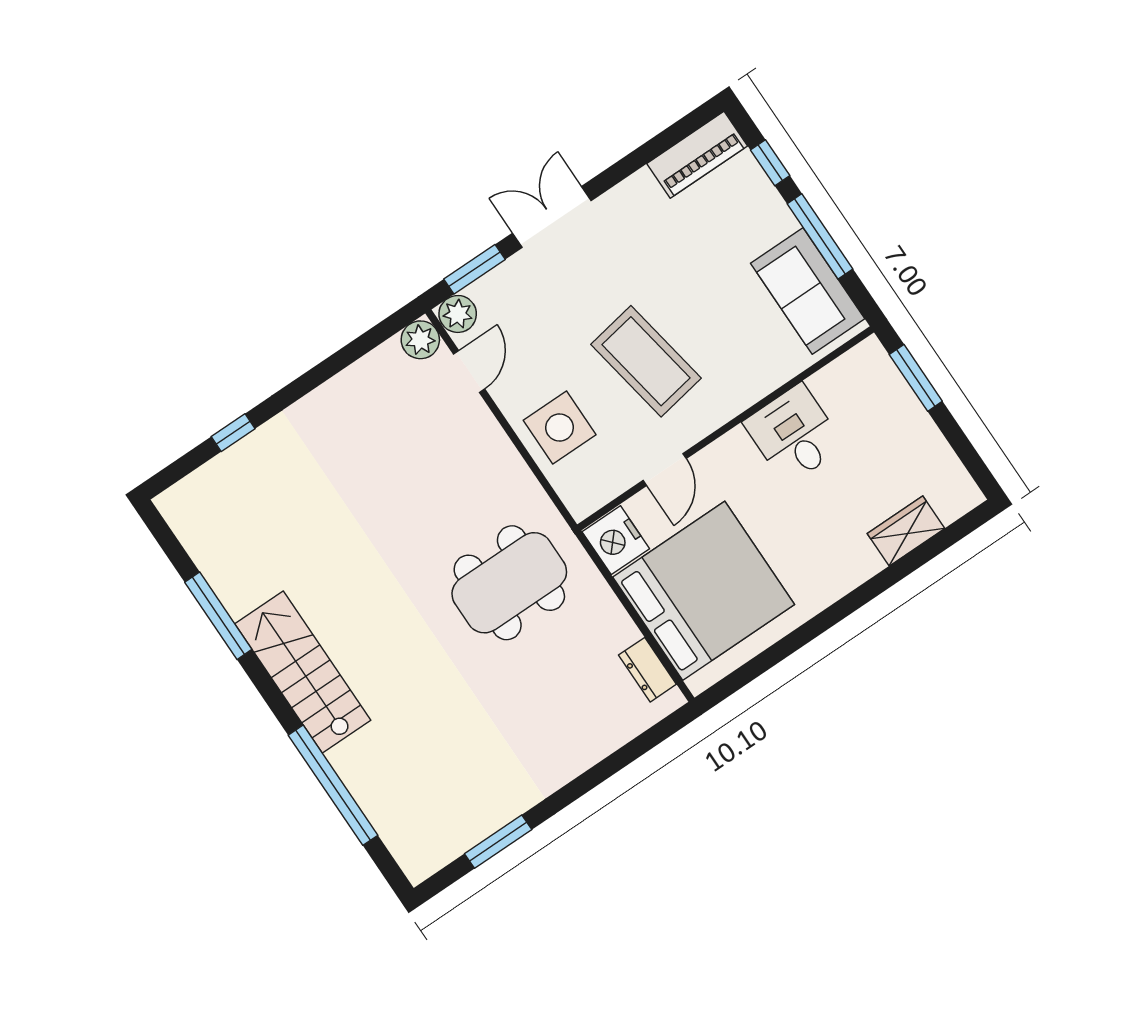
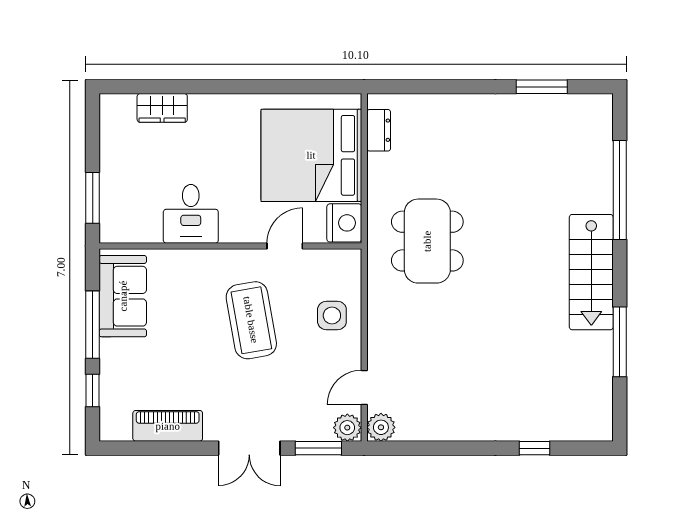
piano: (697, 155) -> (168, 426), moved
side table: (560, 427) -> (332, 316), width x0.73, depth x0.73
dining table: (509, 583) -> (427, 241), turned 90

